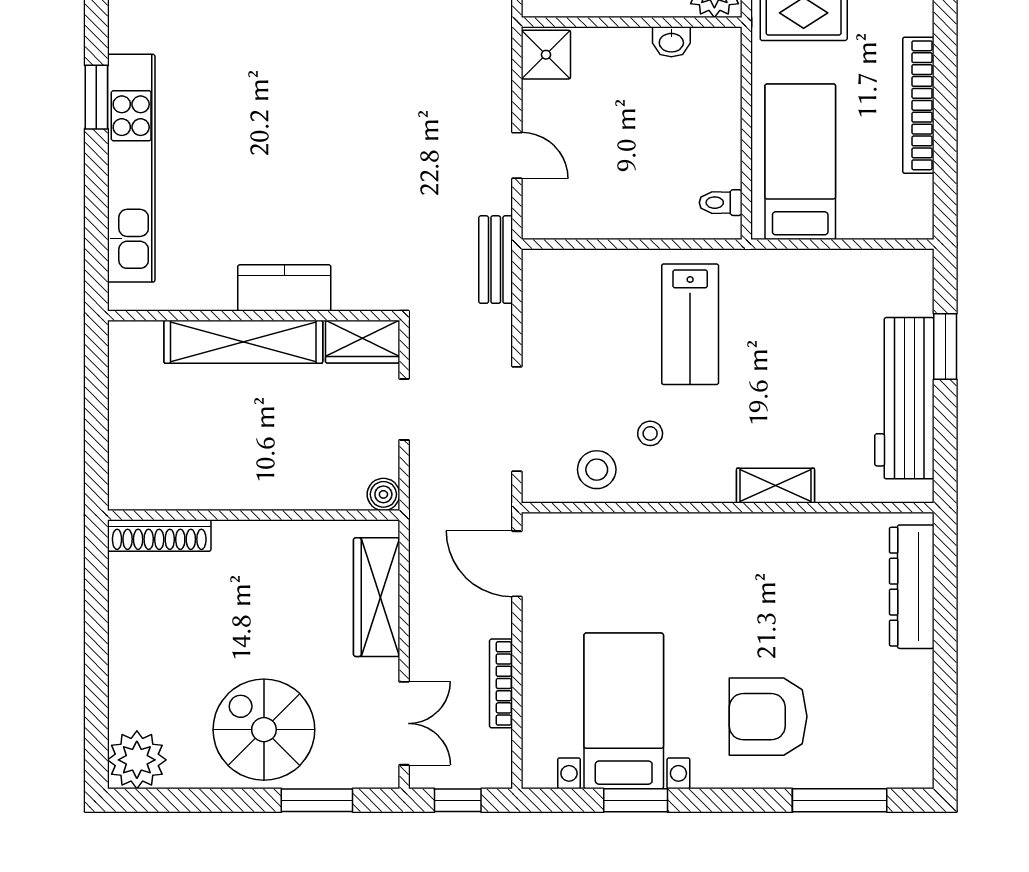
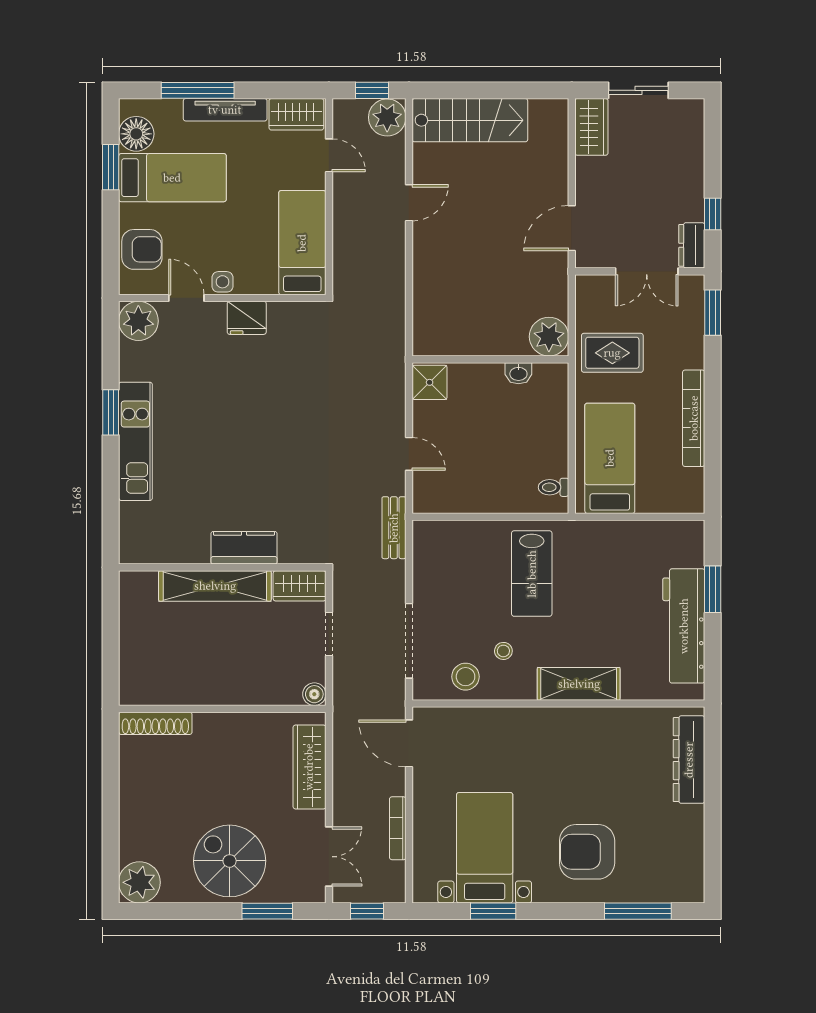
kitchen unit: (131, 168) -> (135, 441), width x0.73
shelving: (776, 486) -> (579, 684), width x1.50, depth x1.33

